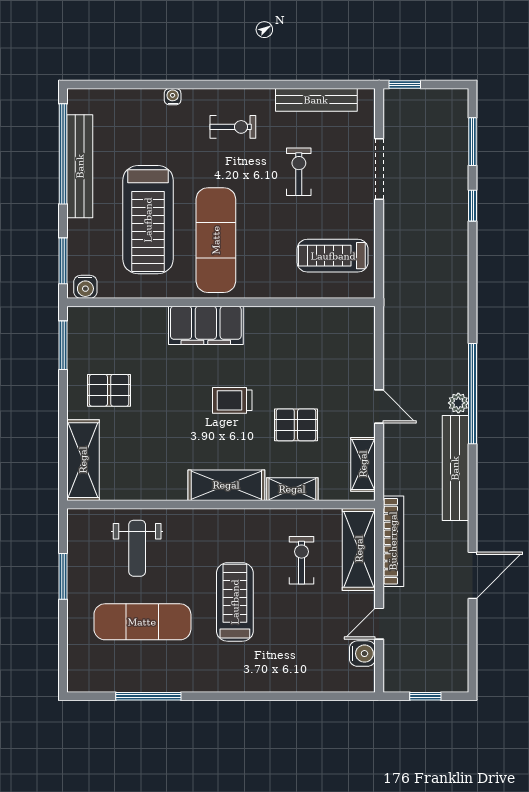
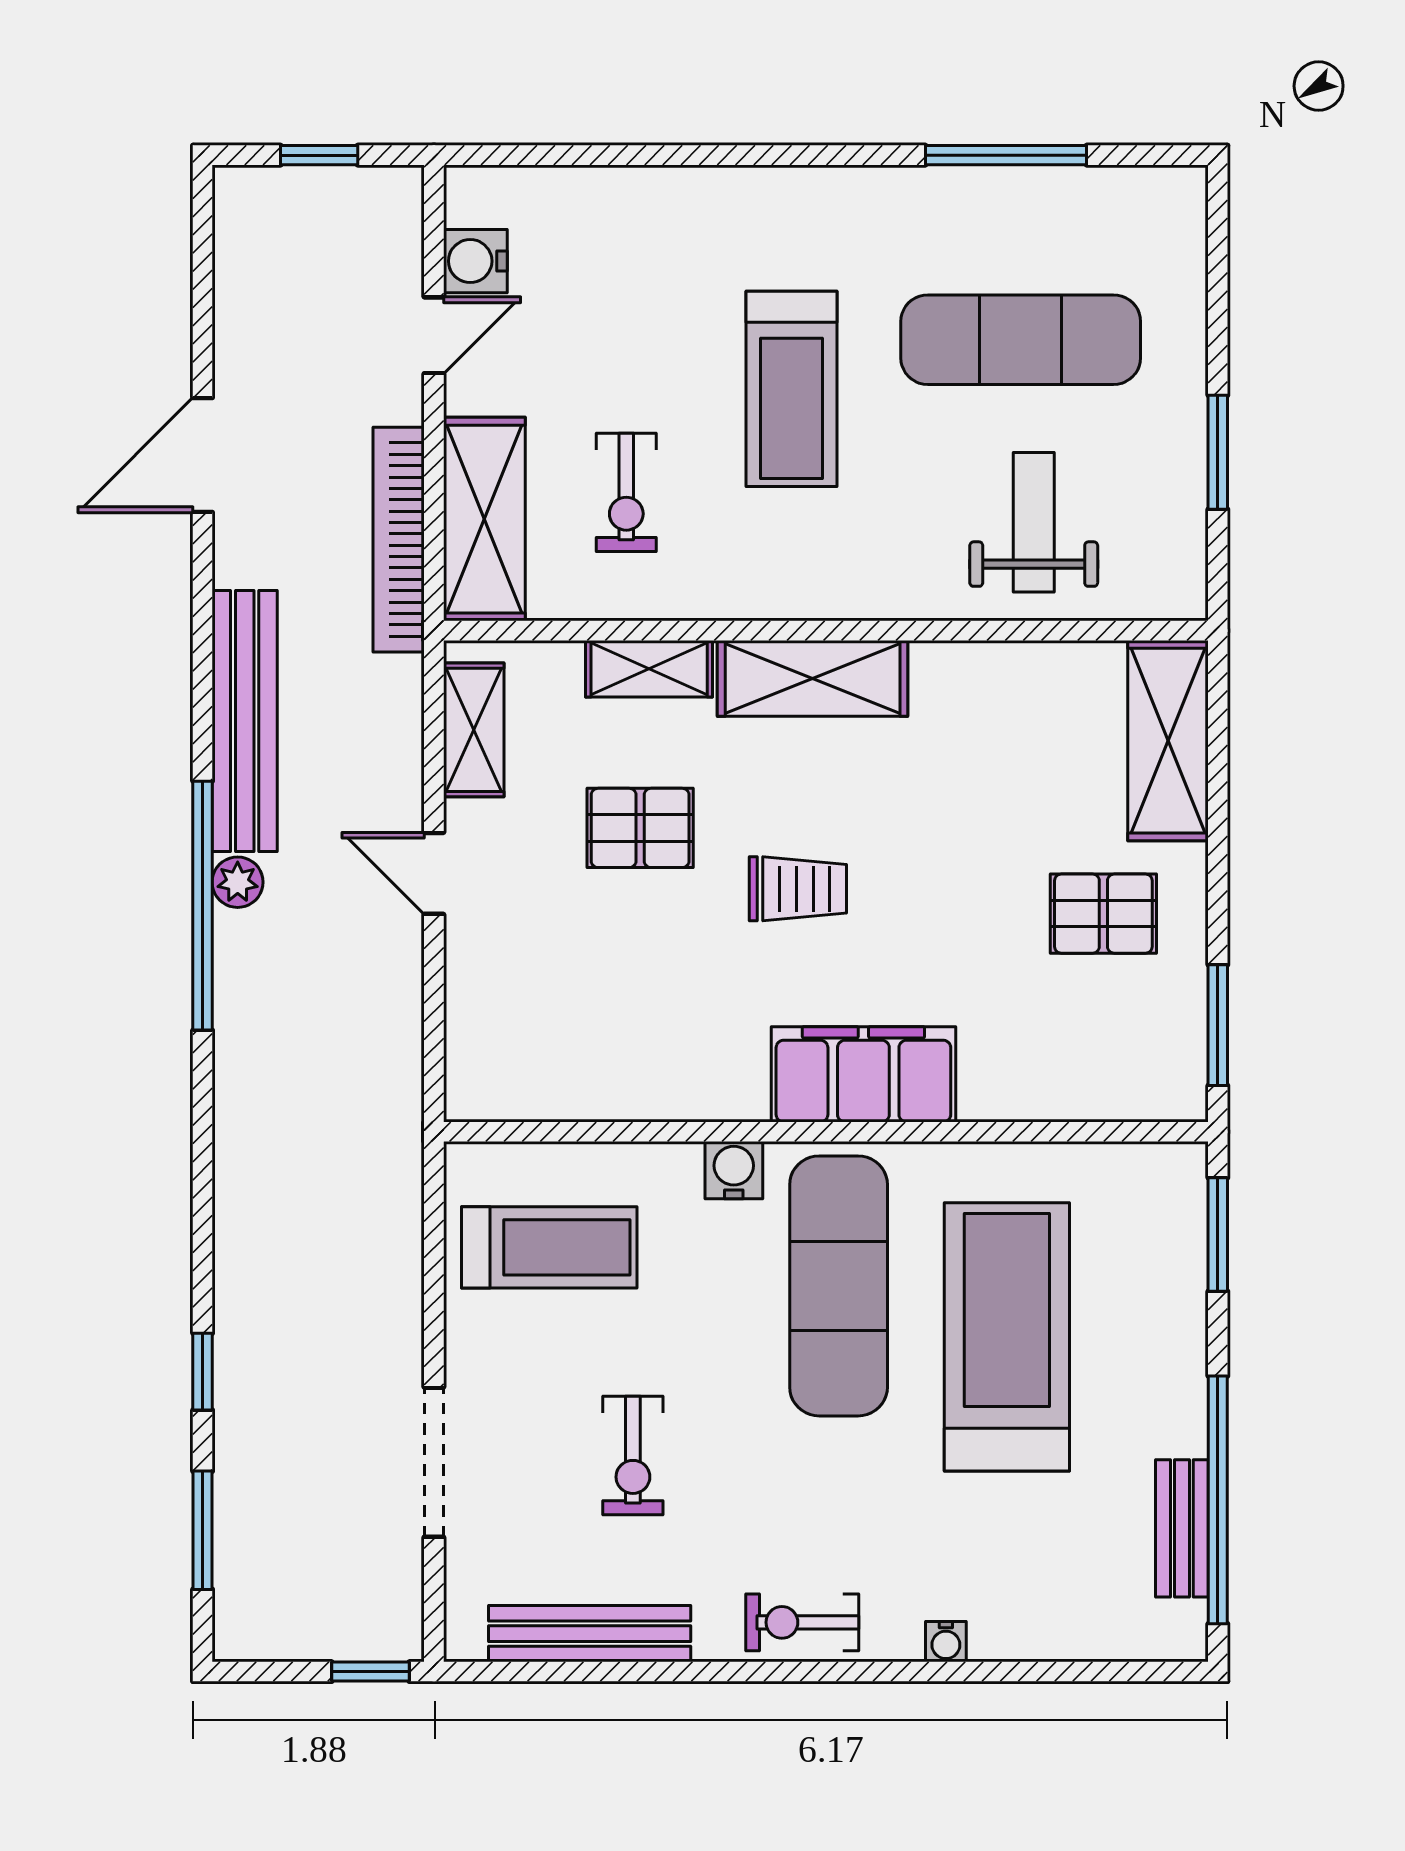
exercise bike: (233, 127) -> (802, 1622), moved
bench: (80, 166) -> (1182, 1528), width x0.54, depth x0.82
water cooler: (85, 287) -> (734, 1170), moved

